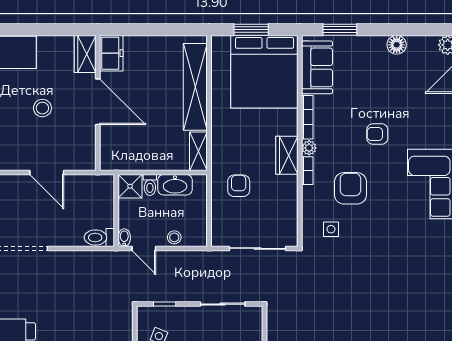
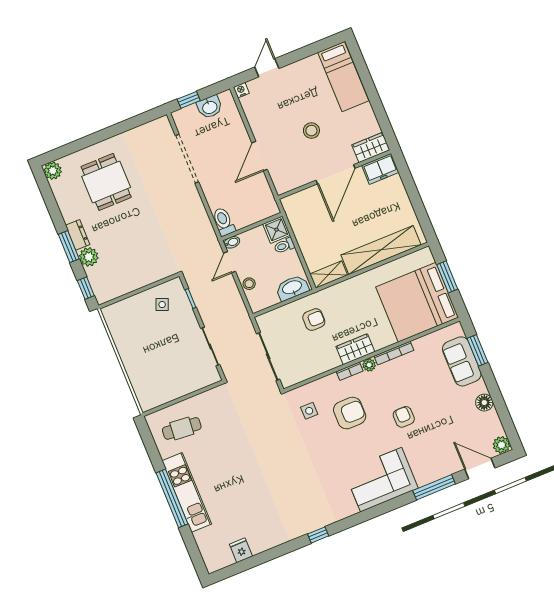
sofa: (317, 67) -> (462, 361), moved, turned 90
washbasin: (175, 185) -> (292, 288), moved, turned 90

